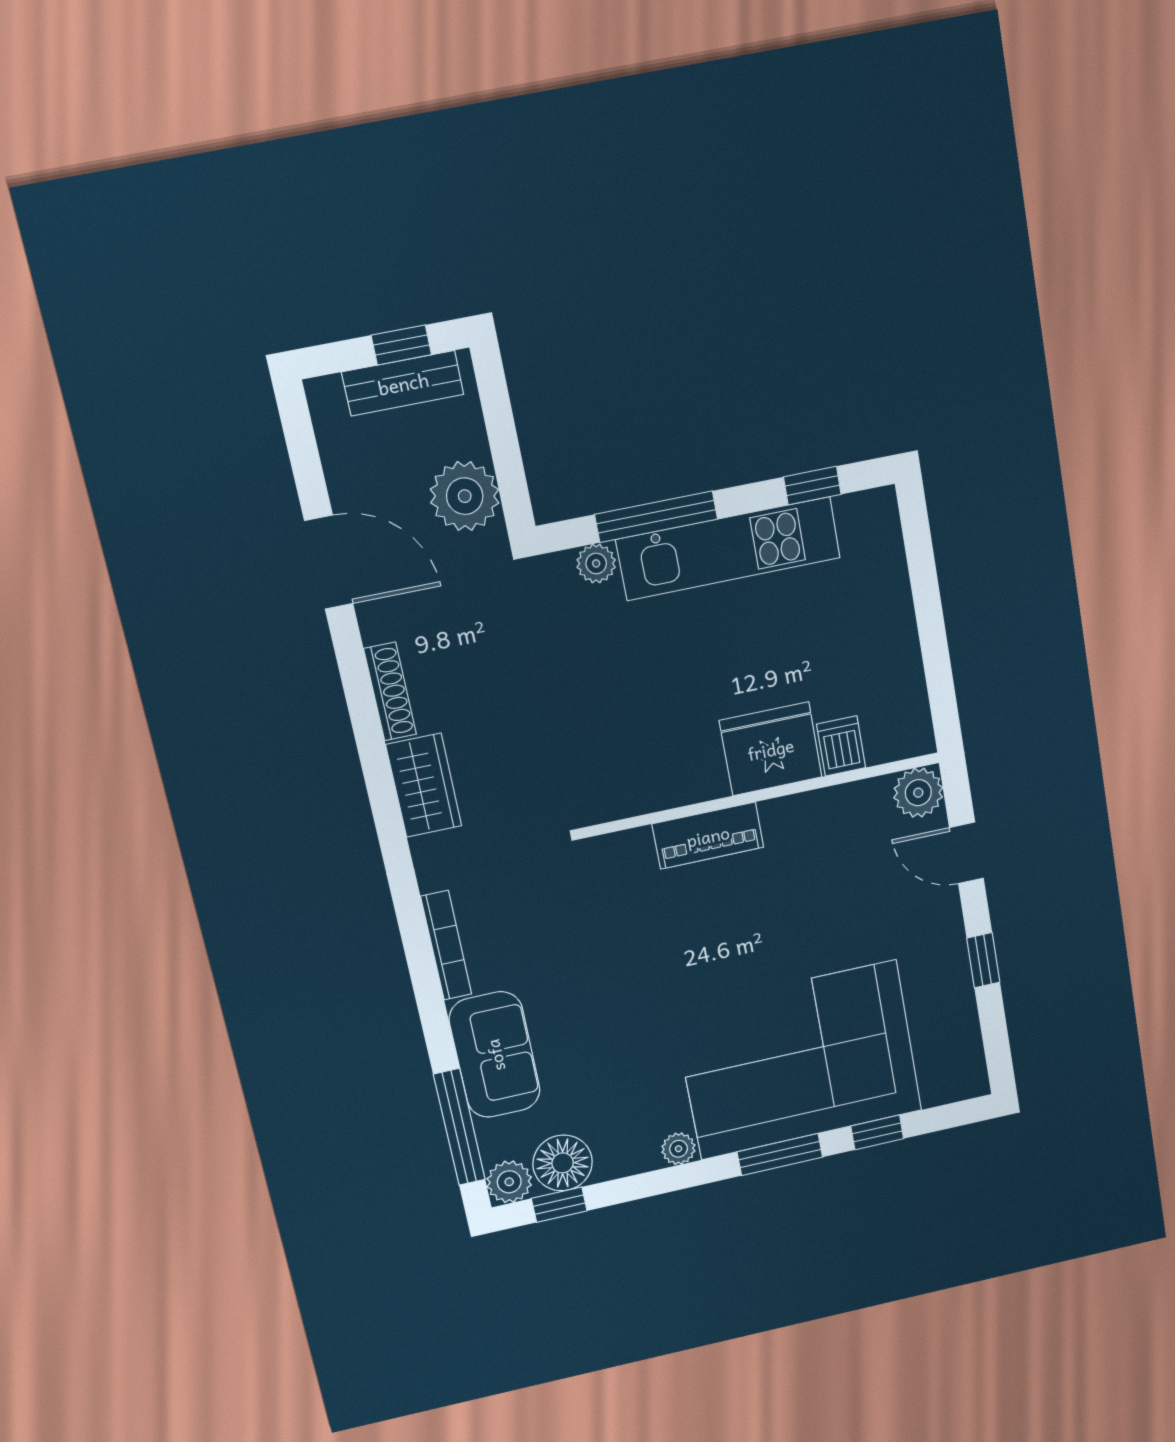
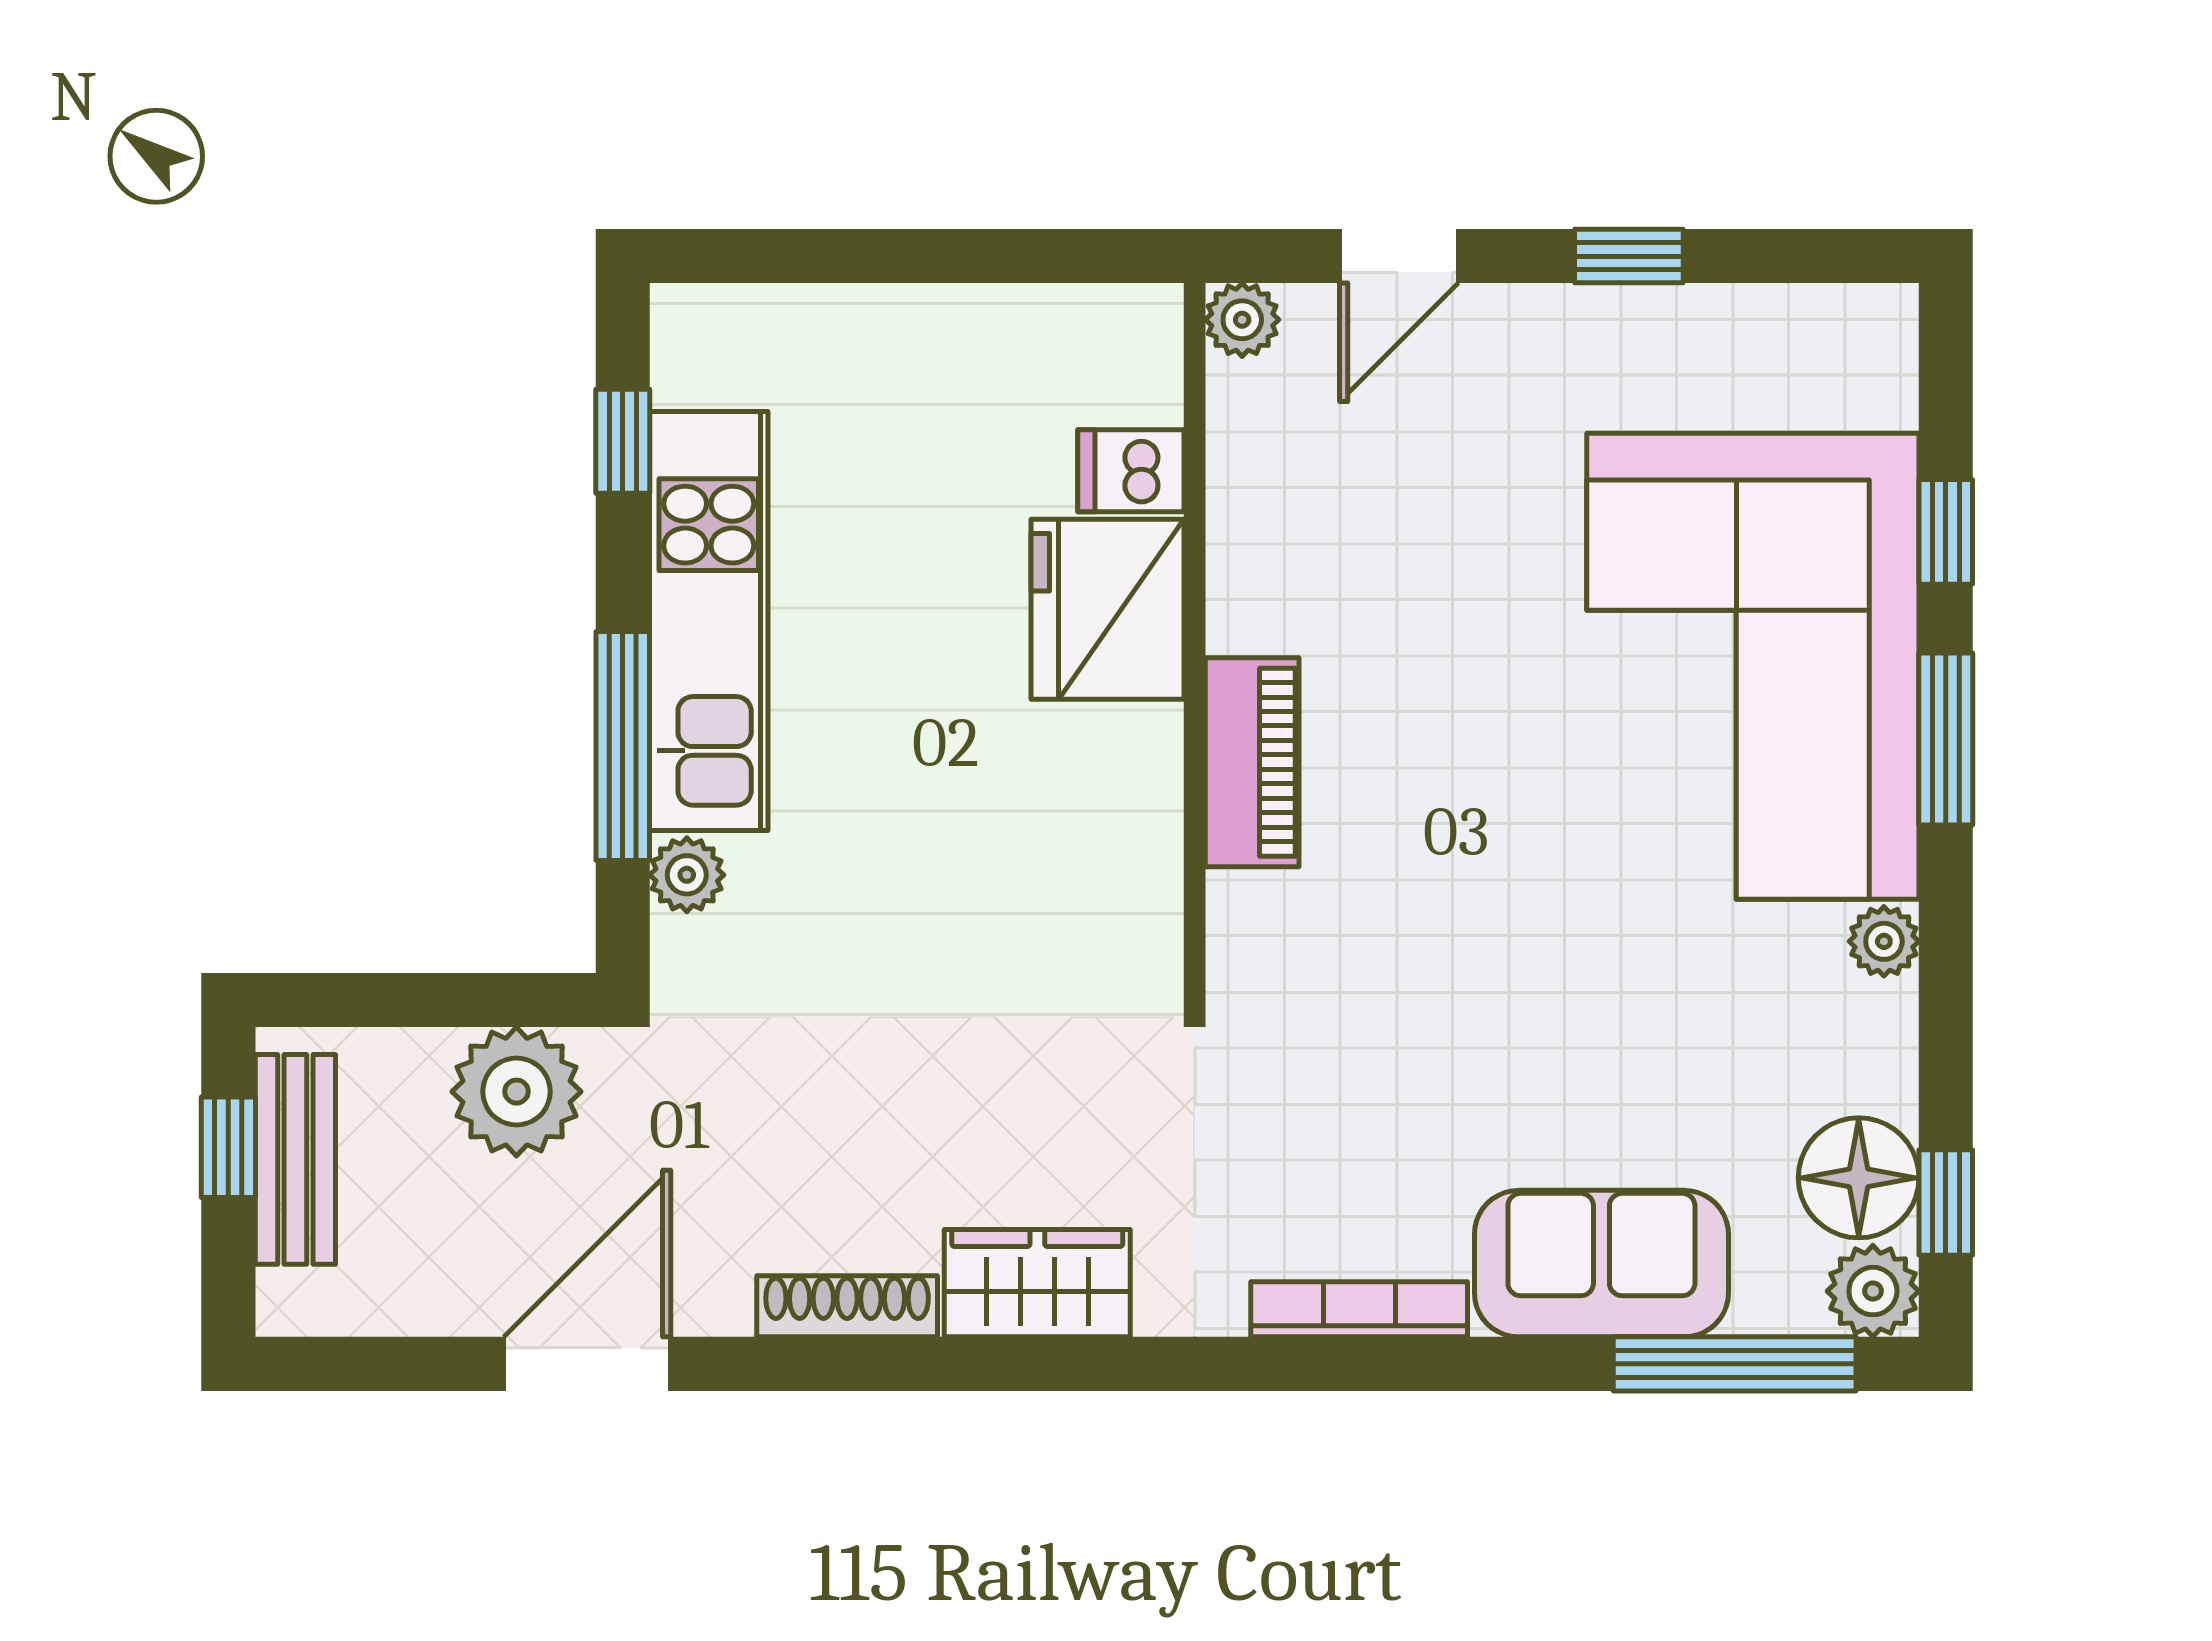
plant: (918, 793) -> (1242, 320), width x0.73, depth x0.73

